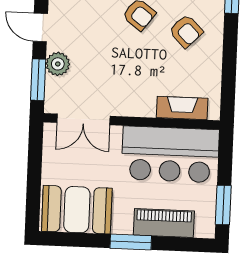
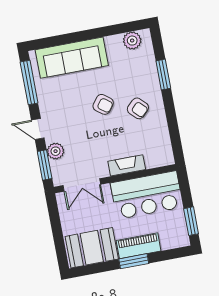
fireplace: (182, 108) -> (127, 165), moved
piano: (164, 223) -> (139, 246), moved

